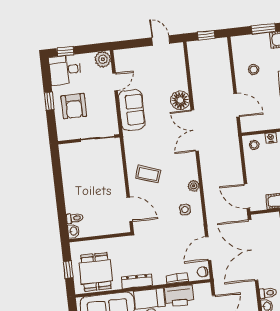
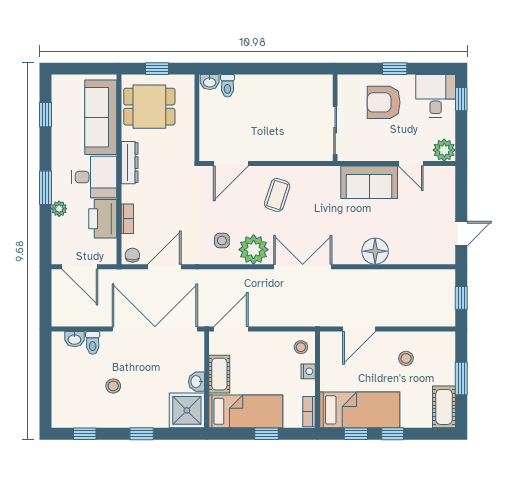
double door: (195, 130) -> (303, 267), moved
plant: (194, 186) -> (254, 250), width x1.87, depth x1.87
door: (208, 248) -> (164, 267), hinge flipped

